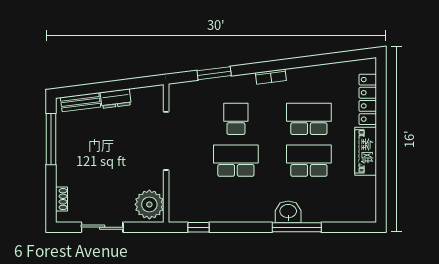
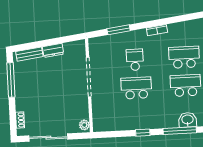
plant: (149, 204) -> (84, 125), width x0.53, depth x0.53
washbasin: (288, 212) -> (188, 120), moved
sliding door: (102, 227) -> (48, 138), width x1.37
window: (199, 227) -> (143, 133), moved

